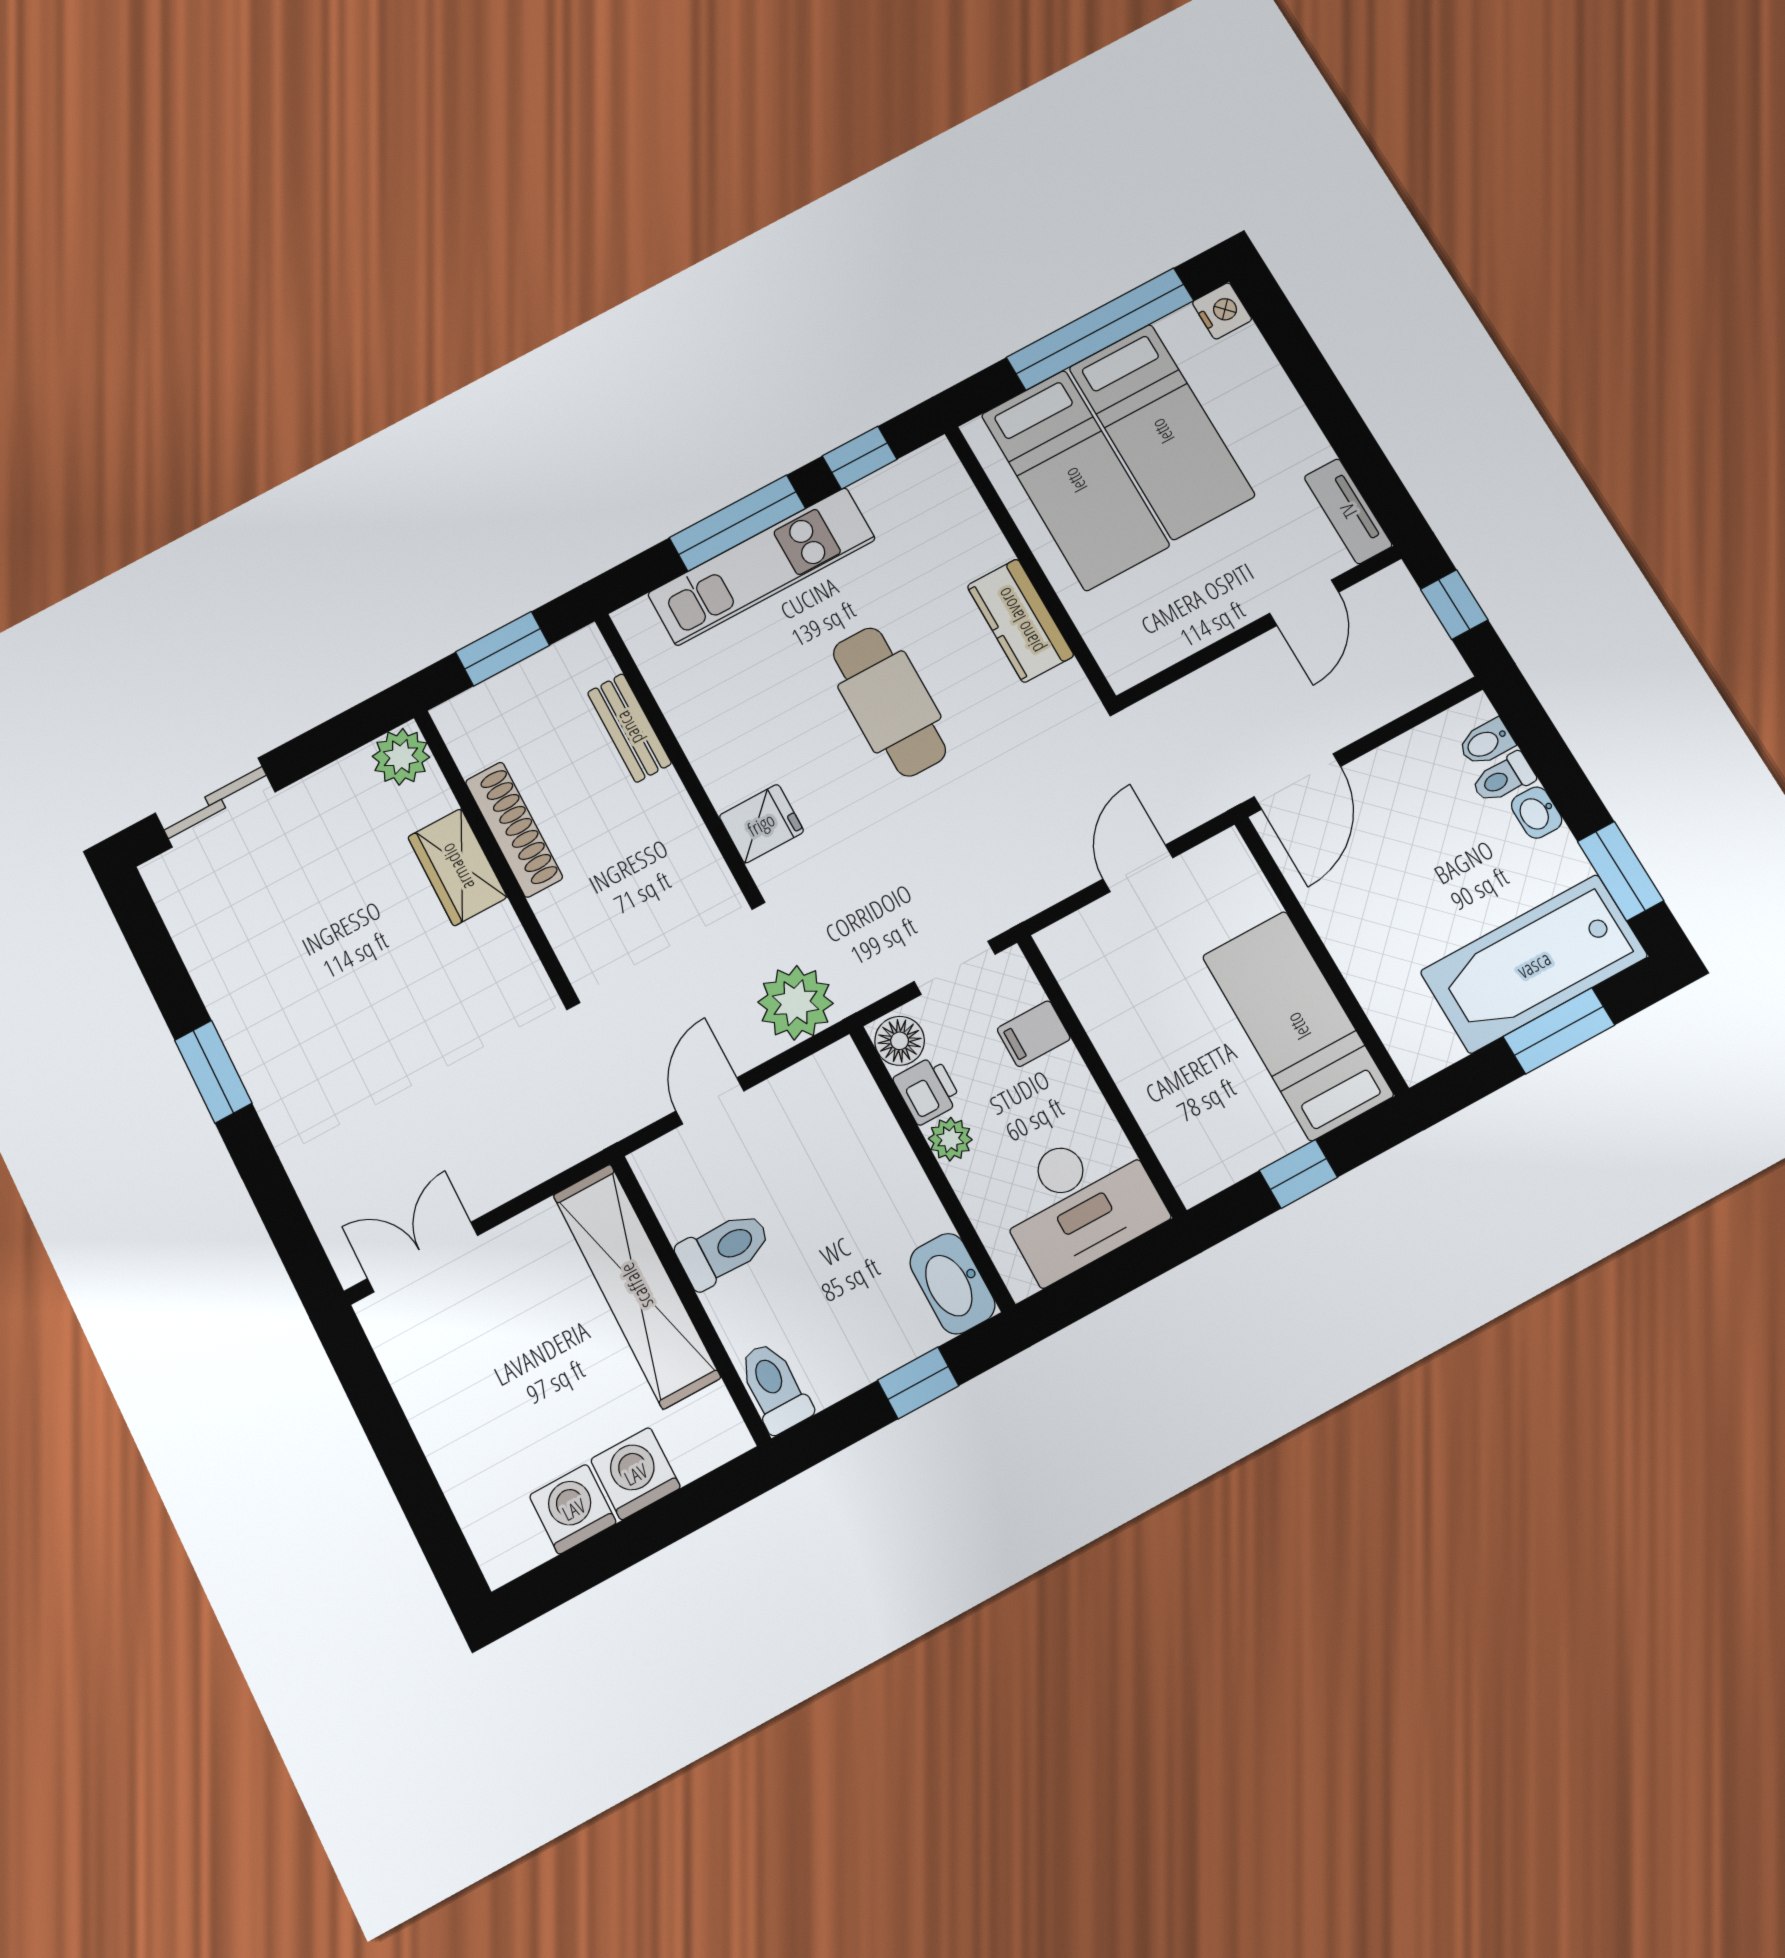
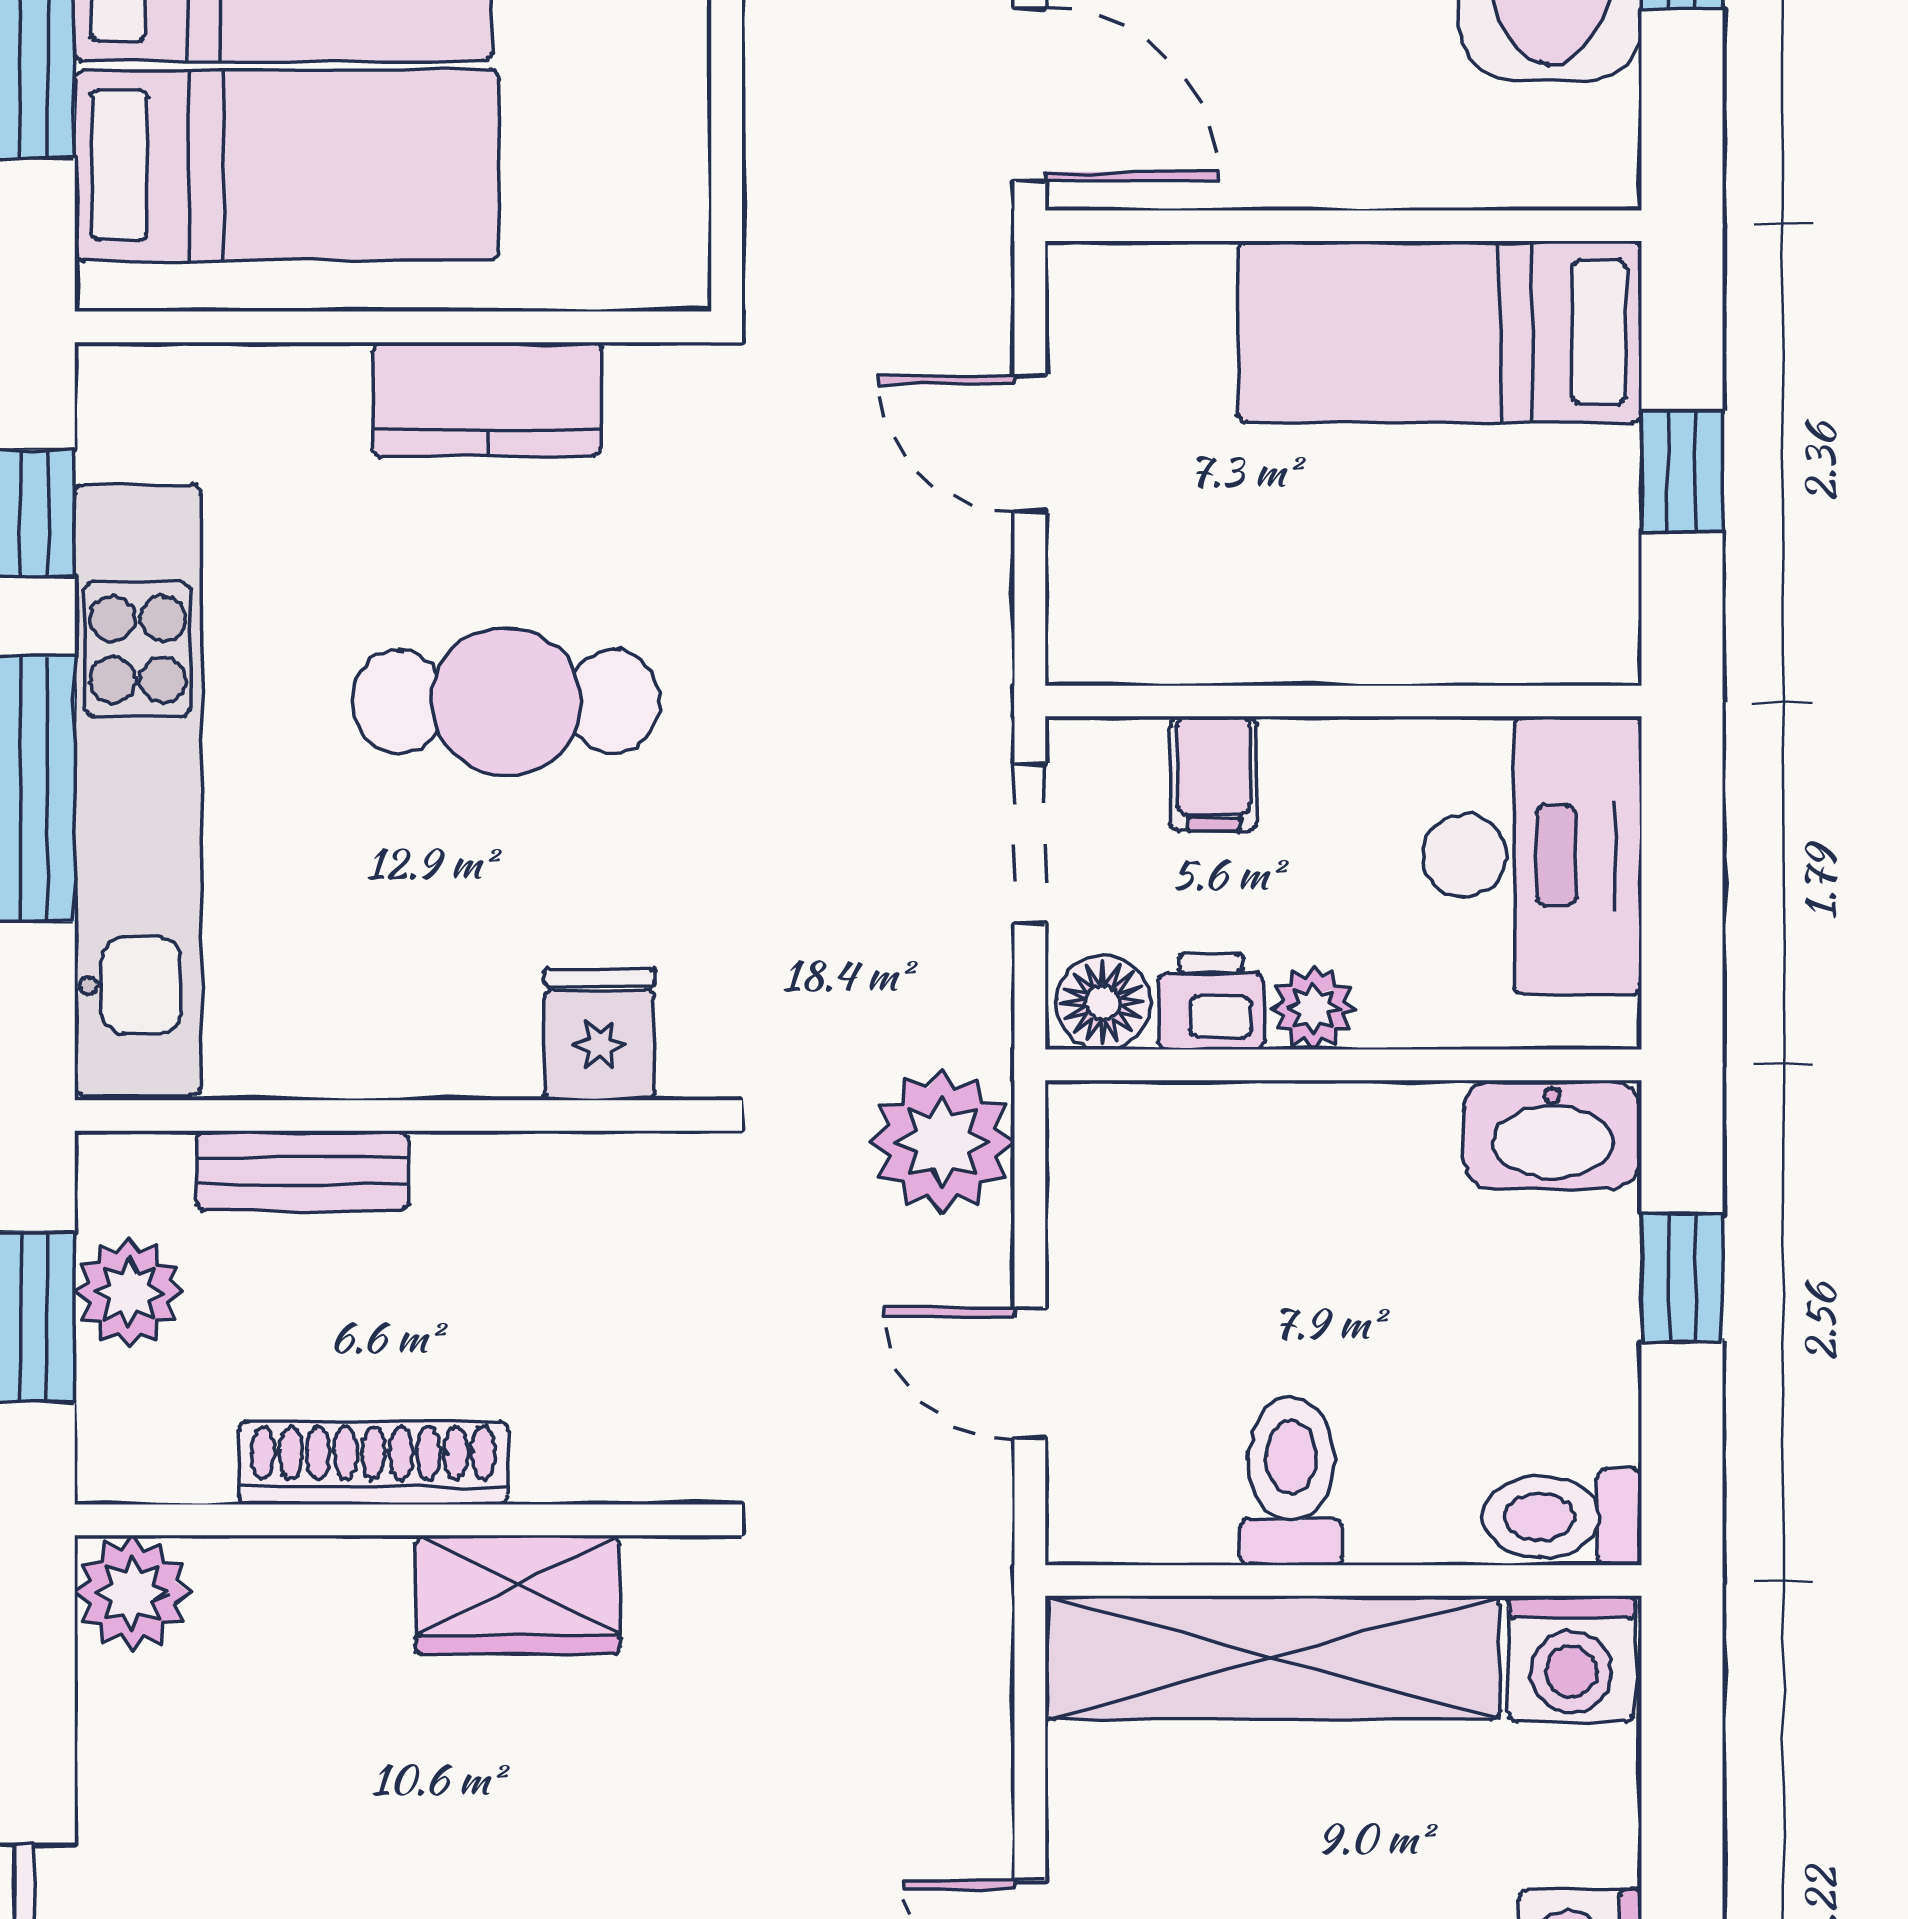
kitchen unit: (761, 567) -> (138, 790), width x1.36
plant: (535, 683) -> (129, 1293), added
wardrobe: (457, 867) -> (518, 1594), moved
washing machine: (635, 1474) -> (1571, 1659), moved, turned -90

